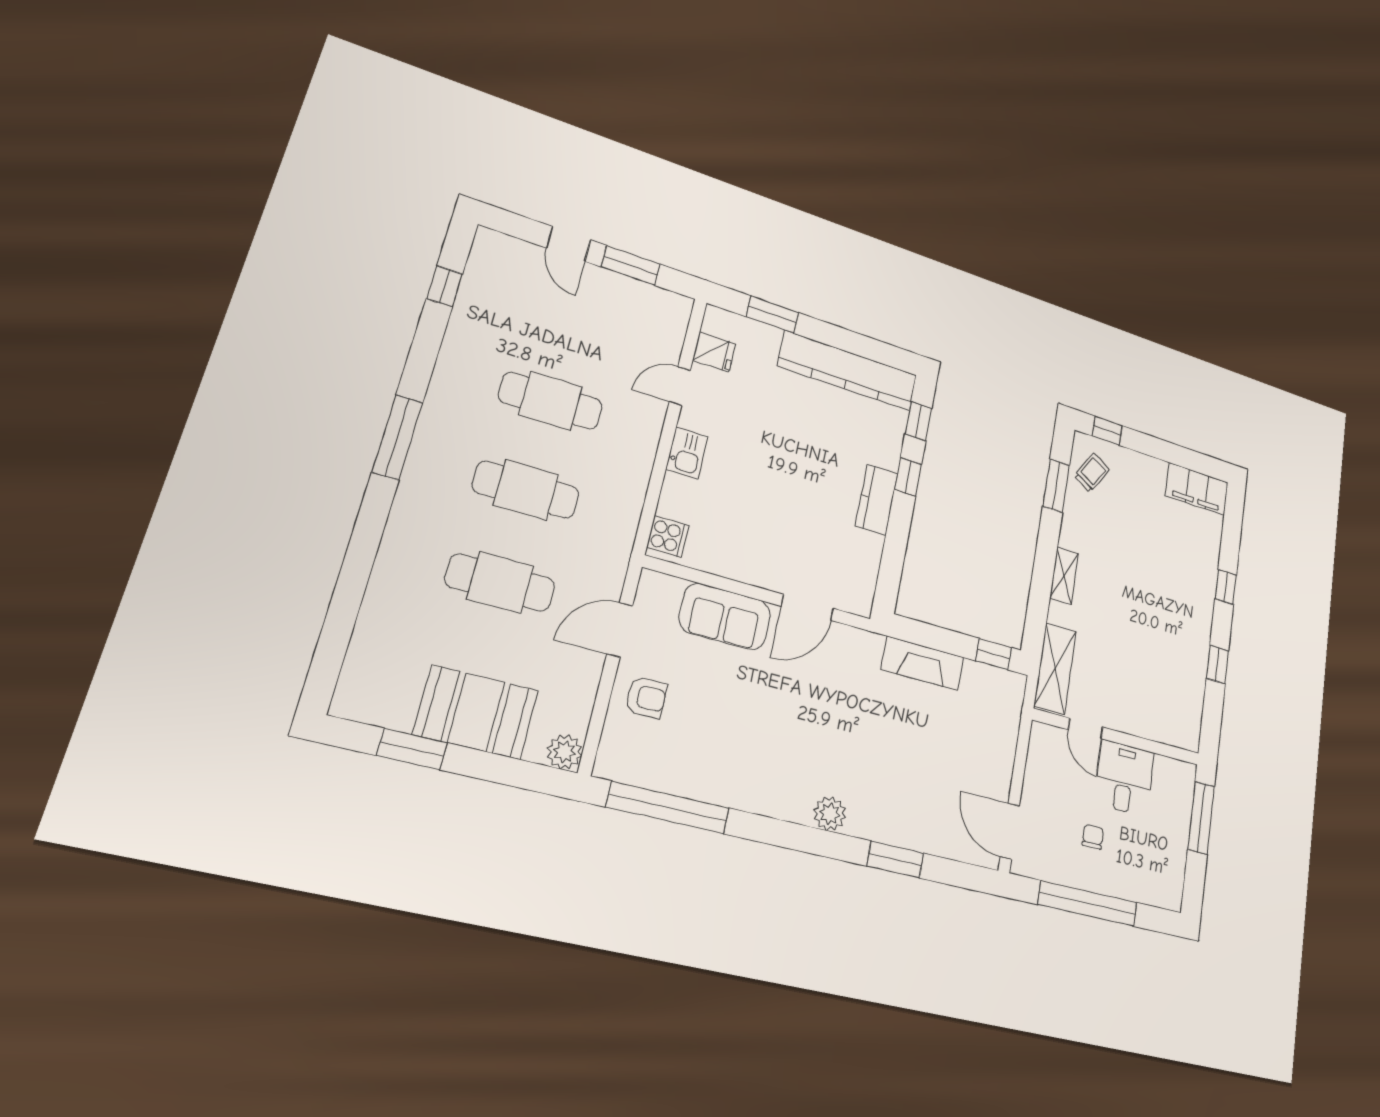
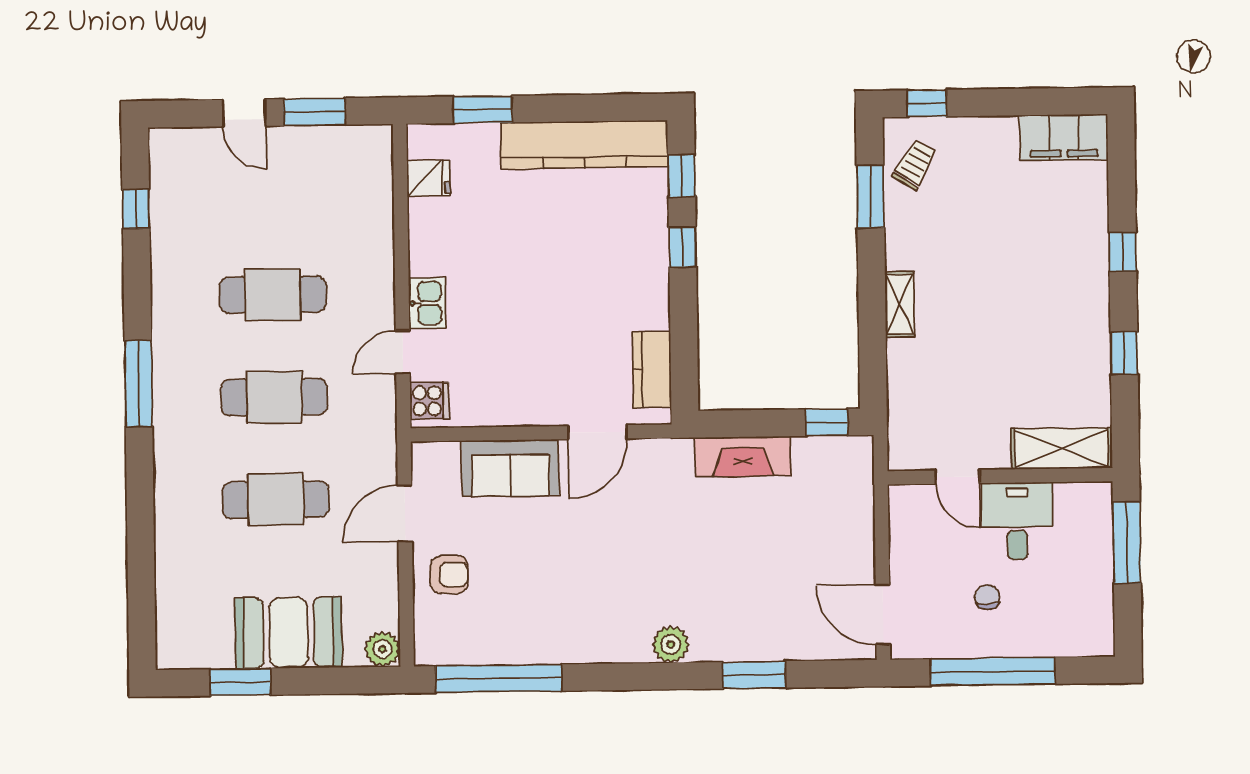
door: (680, 386) -> (403, 352), moved
kitchen counter: (877, 500) -> (652, 370), moved
shelving: (1055, 668) -> (1062, 449), moved, turned 90

